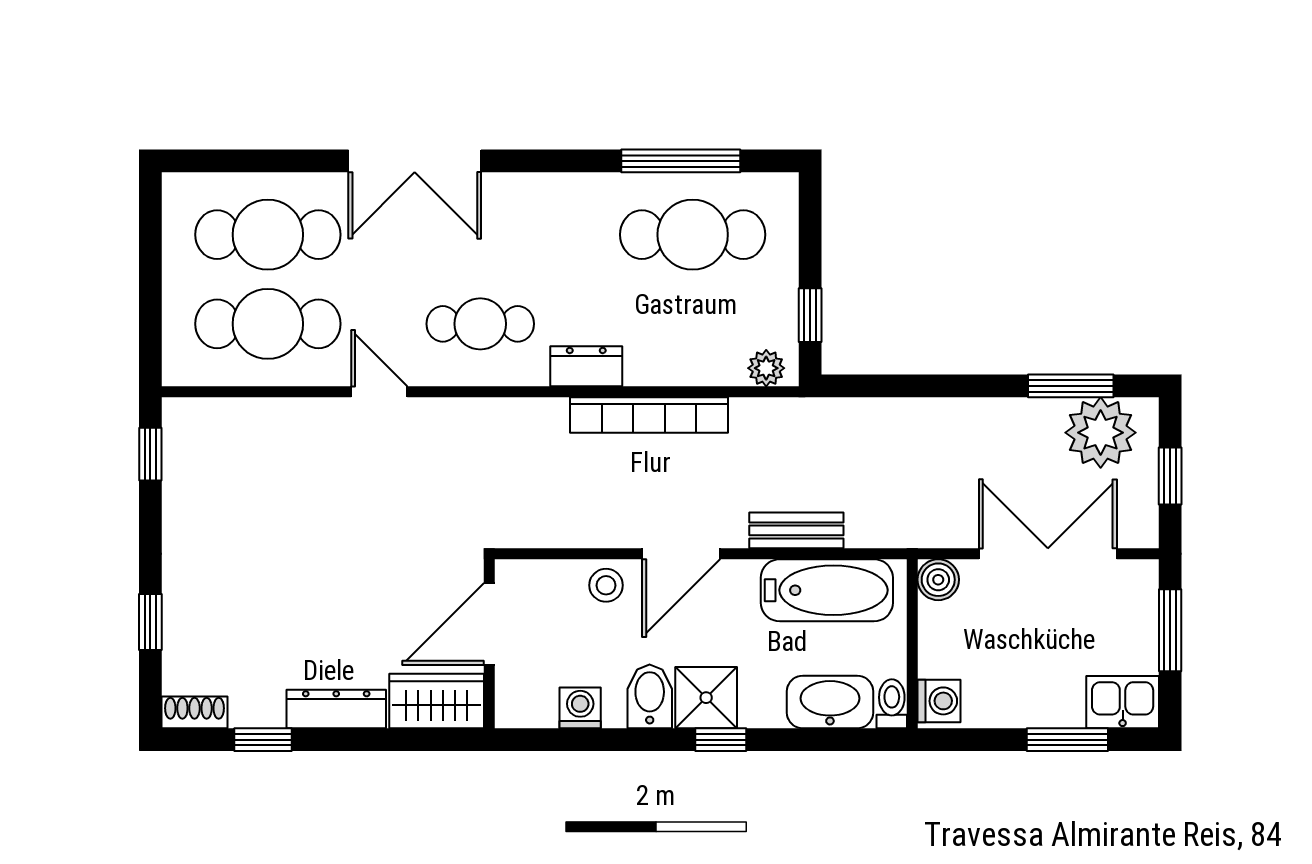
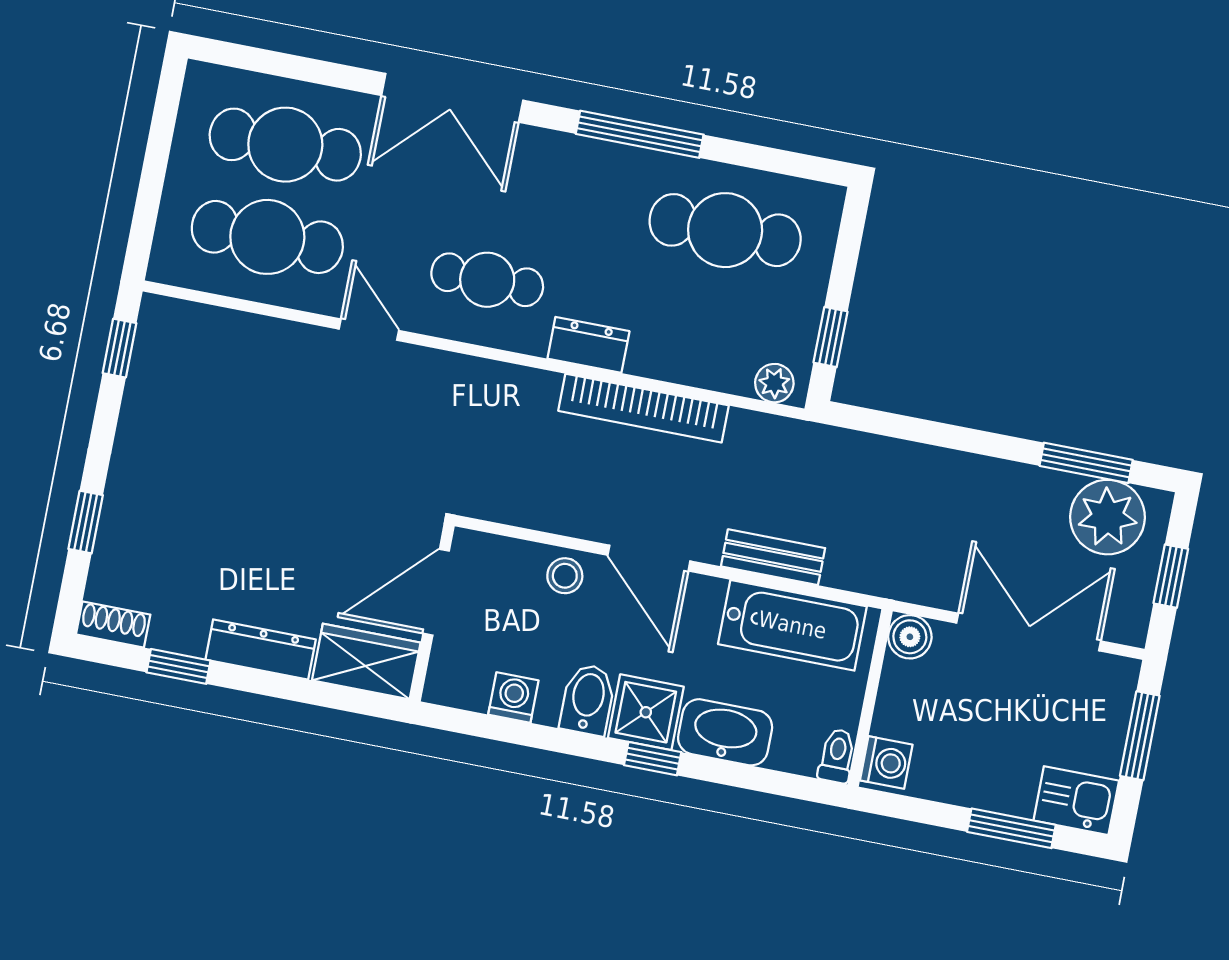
window: (681, 161) -> (640, 134), moved
door: (681, 554) -> (649, 558), hinge flipped
washbasin: (830, 702) -> (725, 732), moved

